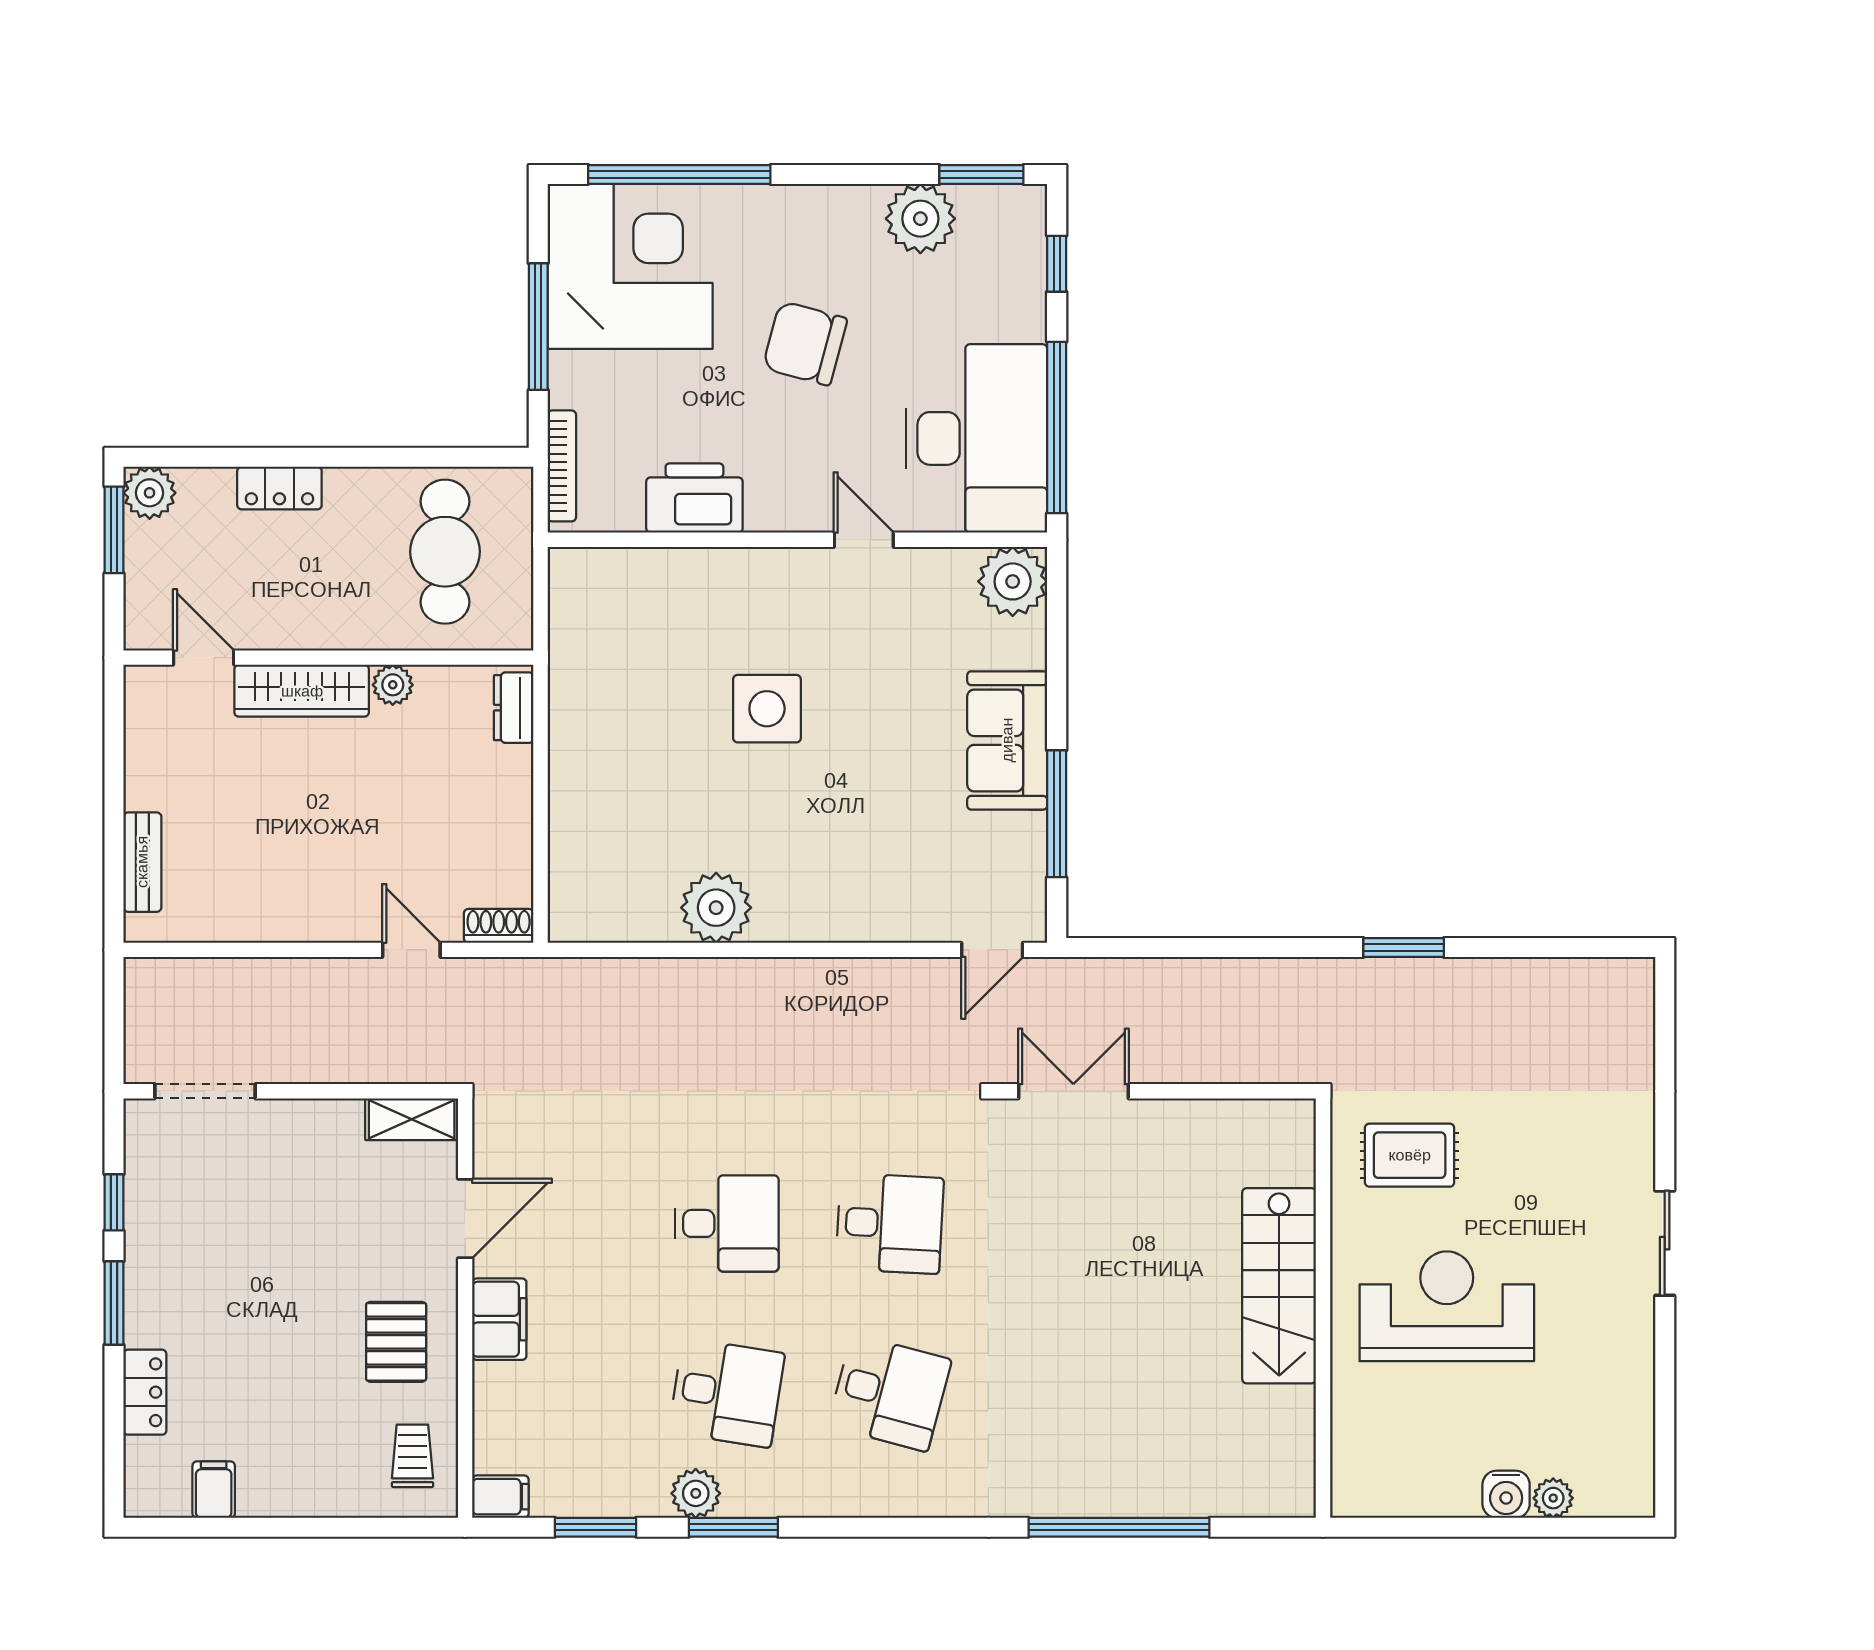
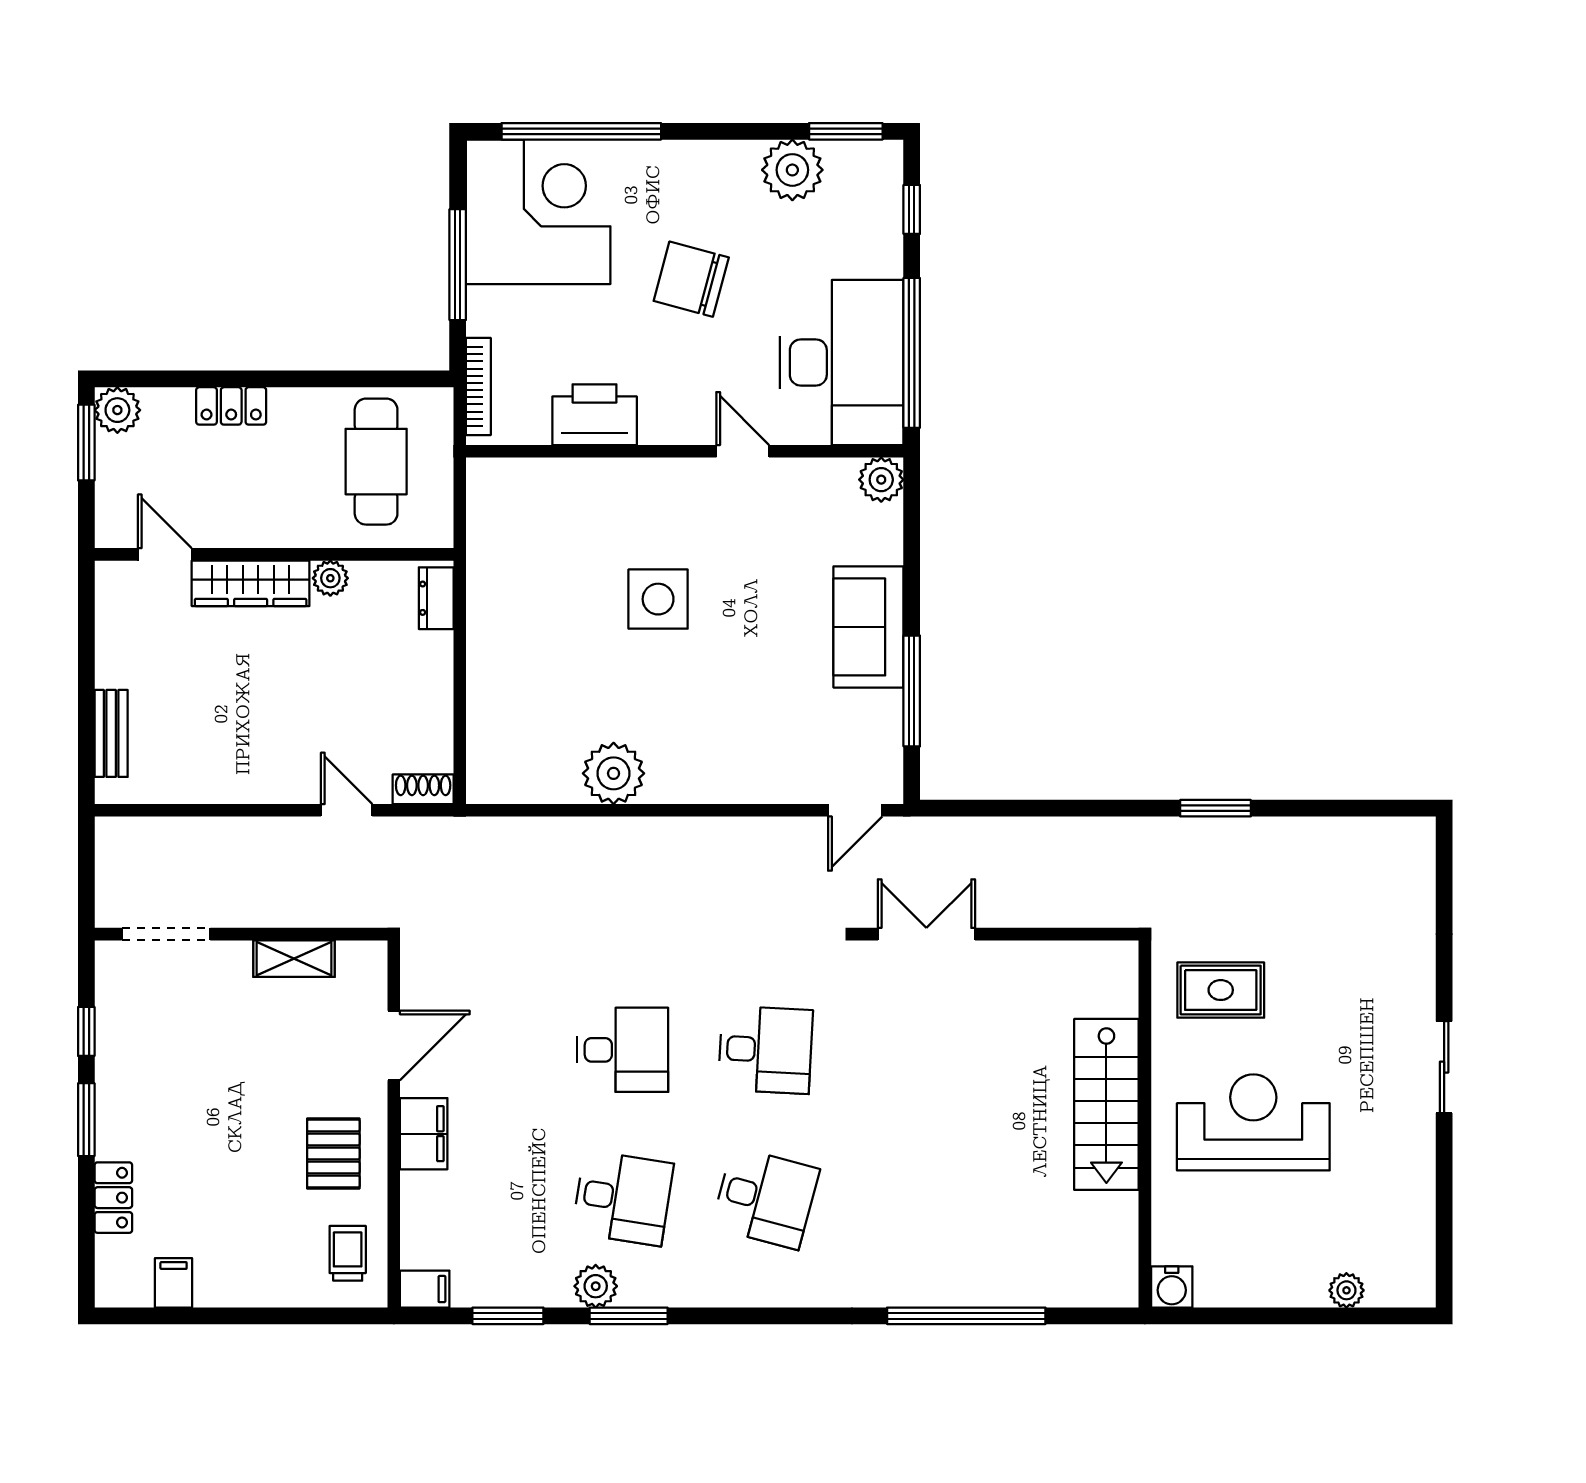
plant: (1013, 581) -> (881, 480), width x0.73, depth x0.73
shelving: (412, 1119) -> (294, 959), moved
water cooler: (1506, 1494) -> (1172, 1287), moved

